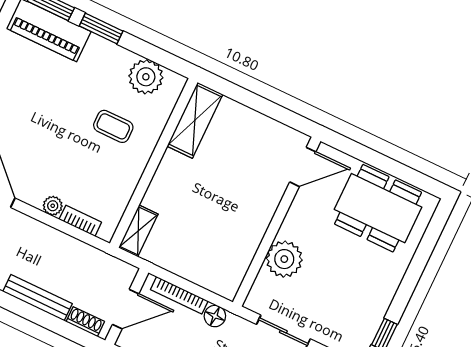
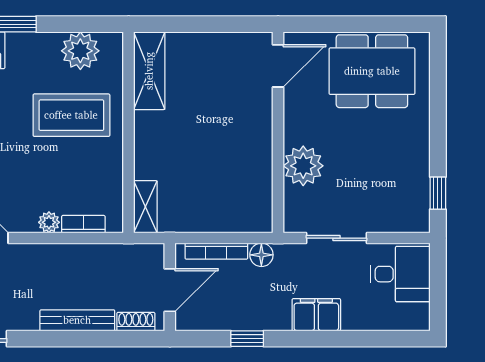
coffee table: (113, 126) -> (71, 115), width x1.86, depth x1.72

